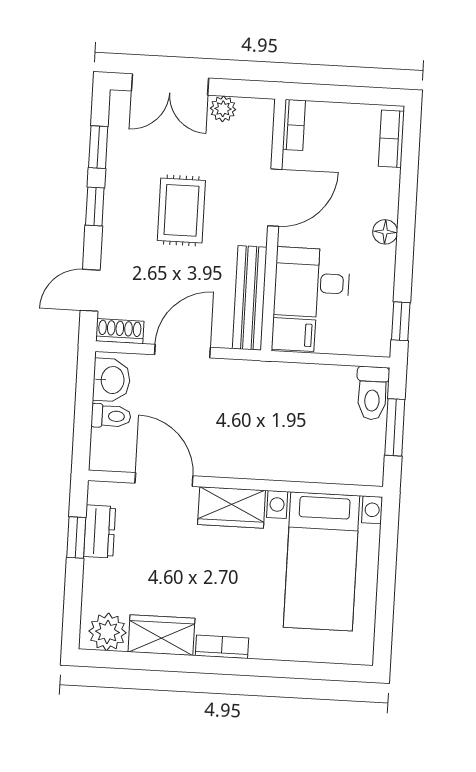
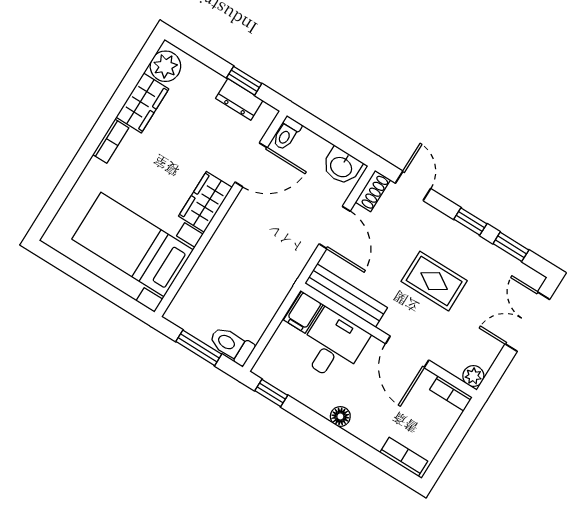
plant: (223, 109) -> (473, 376), moved
toilet: (111, 416) -> (287, 134), moved

